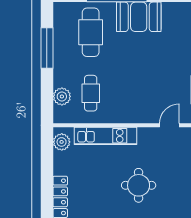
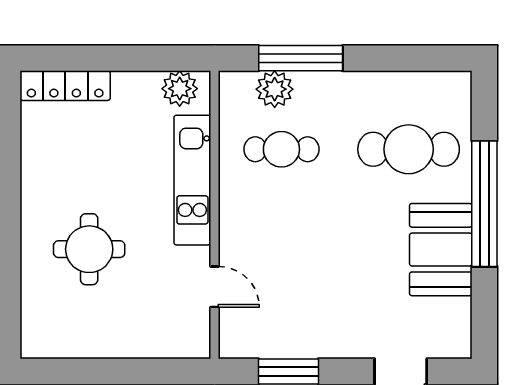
window: (47, 48) -> (301, 58), moved
door: (169, 125) -> (214, 287), moved

